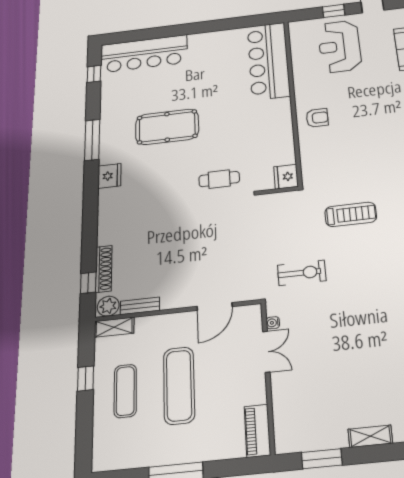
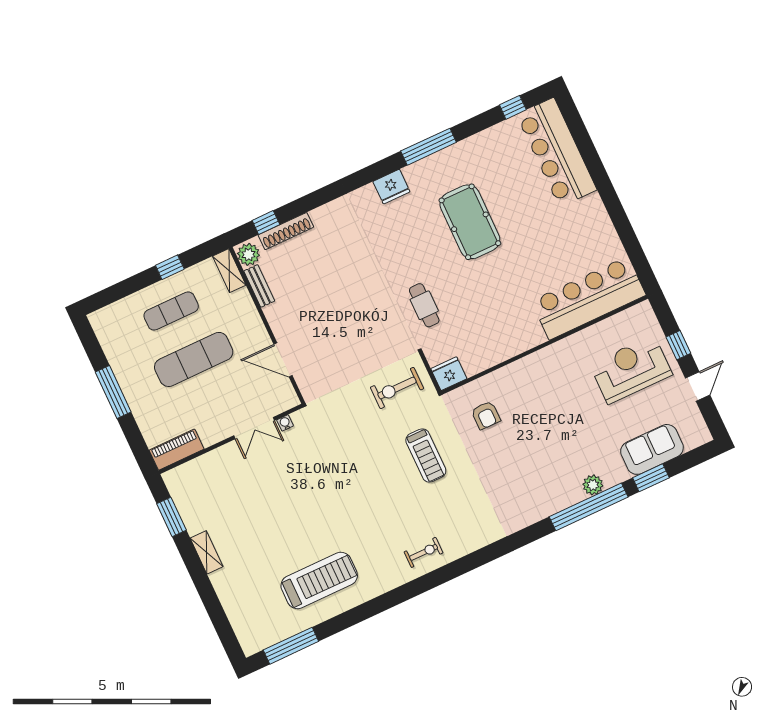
armchair: (317, 118) -> (486, 415), moved
exercise bike: (302, 273) -> (397, 388), moved, turned 90

